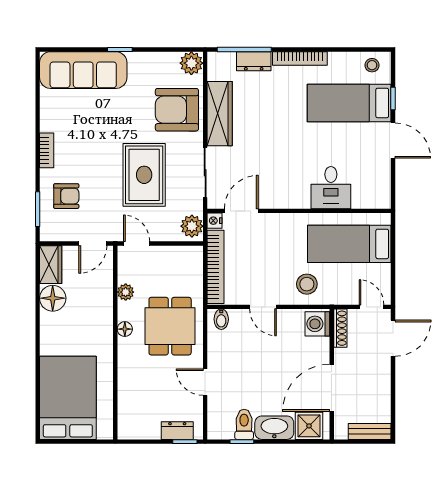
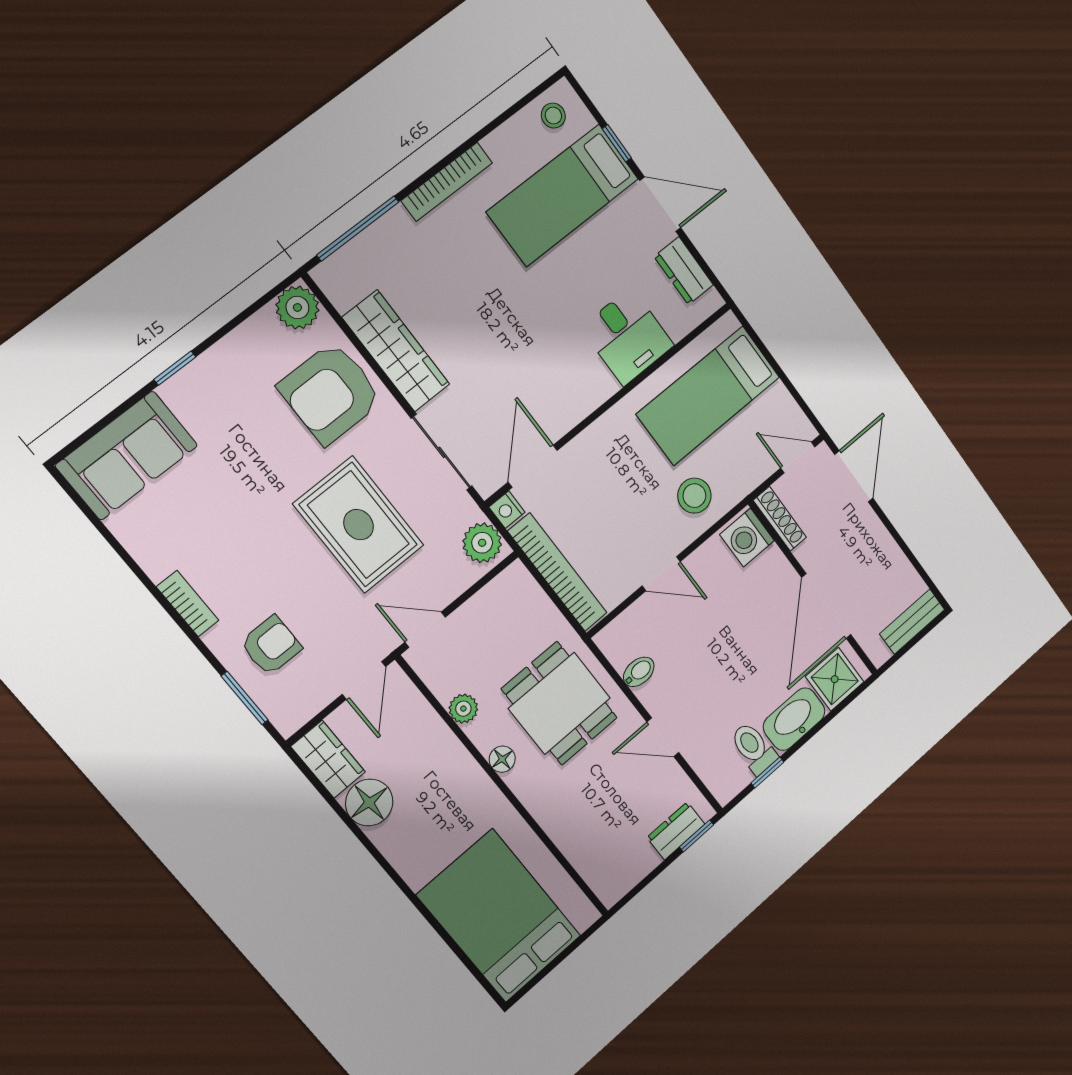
dresser: (254, 61) -> (684, 271), moved, turned 90
sofa: (83, 70) -> (127, 455), width x0.73
bidet: (221, 319) -> (639, 672), moved, turned -90

